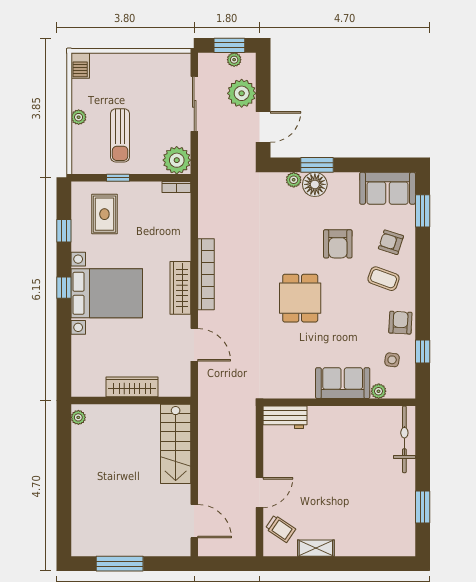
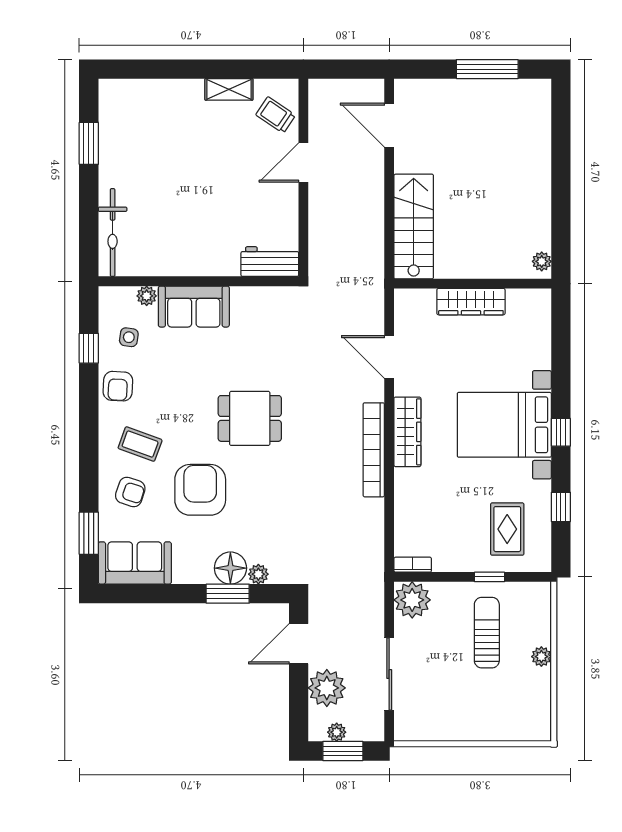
barbecue: (80, 66) -> (539, 725), removed
armchair: (338, 244) -> (200, 490), width x1.36, depth x1.36
dining table: (300, 298) -> (250, 418), turned 90

